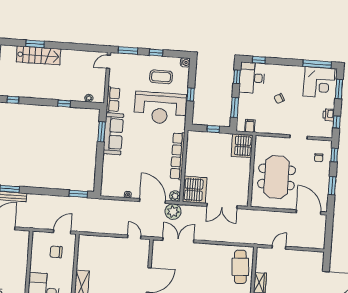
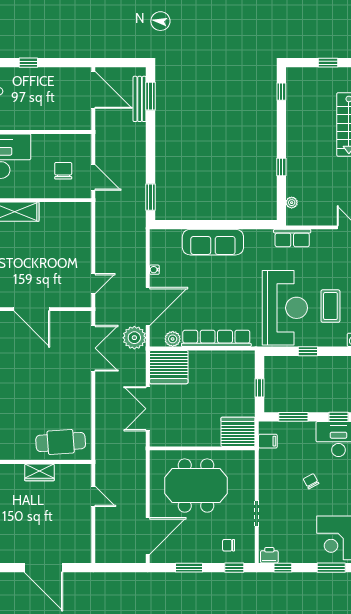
reception desk: (160, 108) -> (285, 308), turned 180
printer: (329, 115) -> (269, 555), moved
window: (102, 132) -> (244, 225), removed
sofa: (113, 134) -> (213, 242), moved
plant: (175, 196) -> (173, 339), moved

